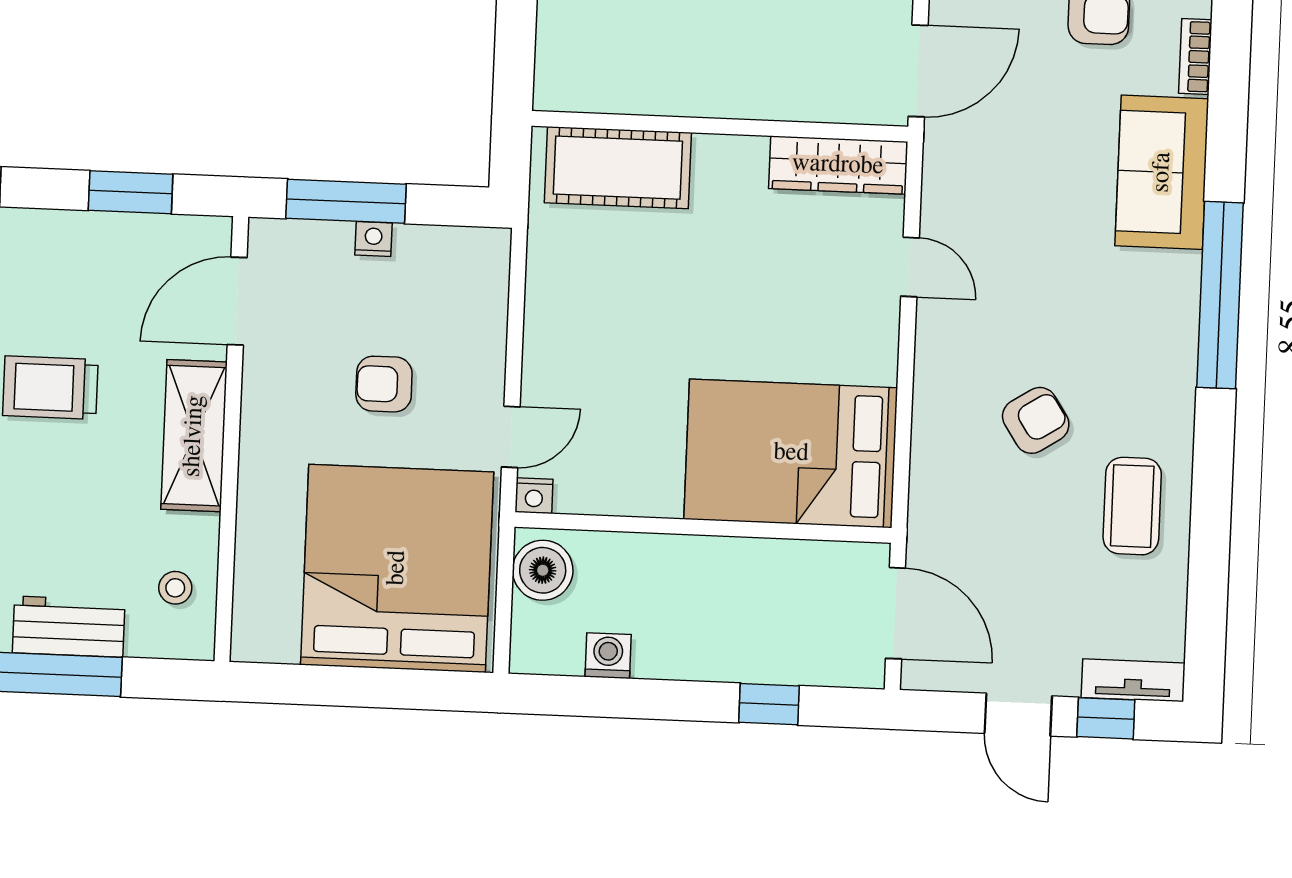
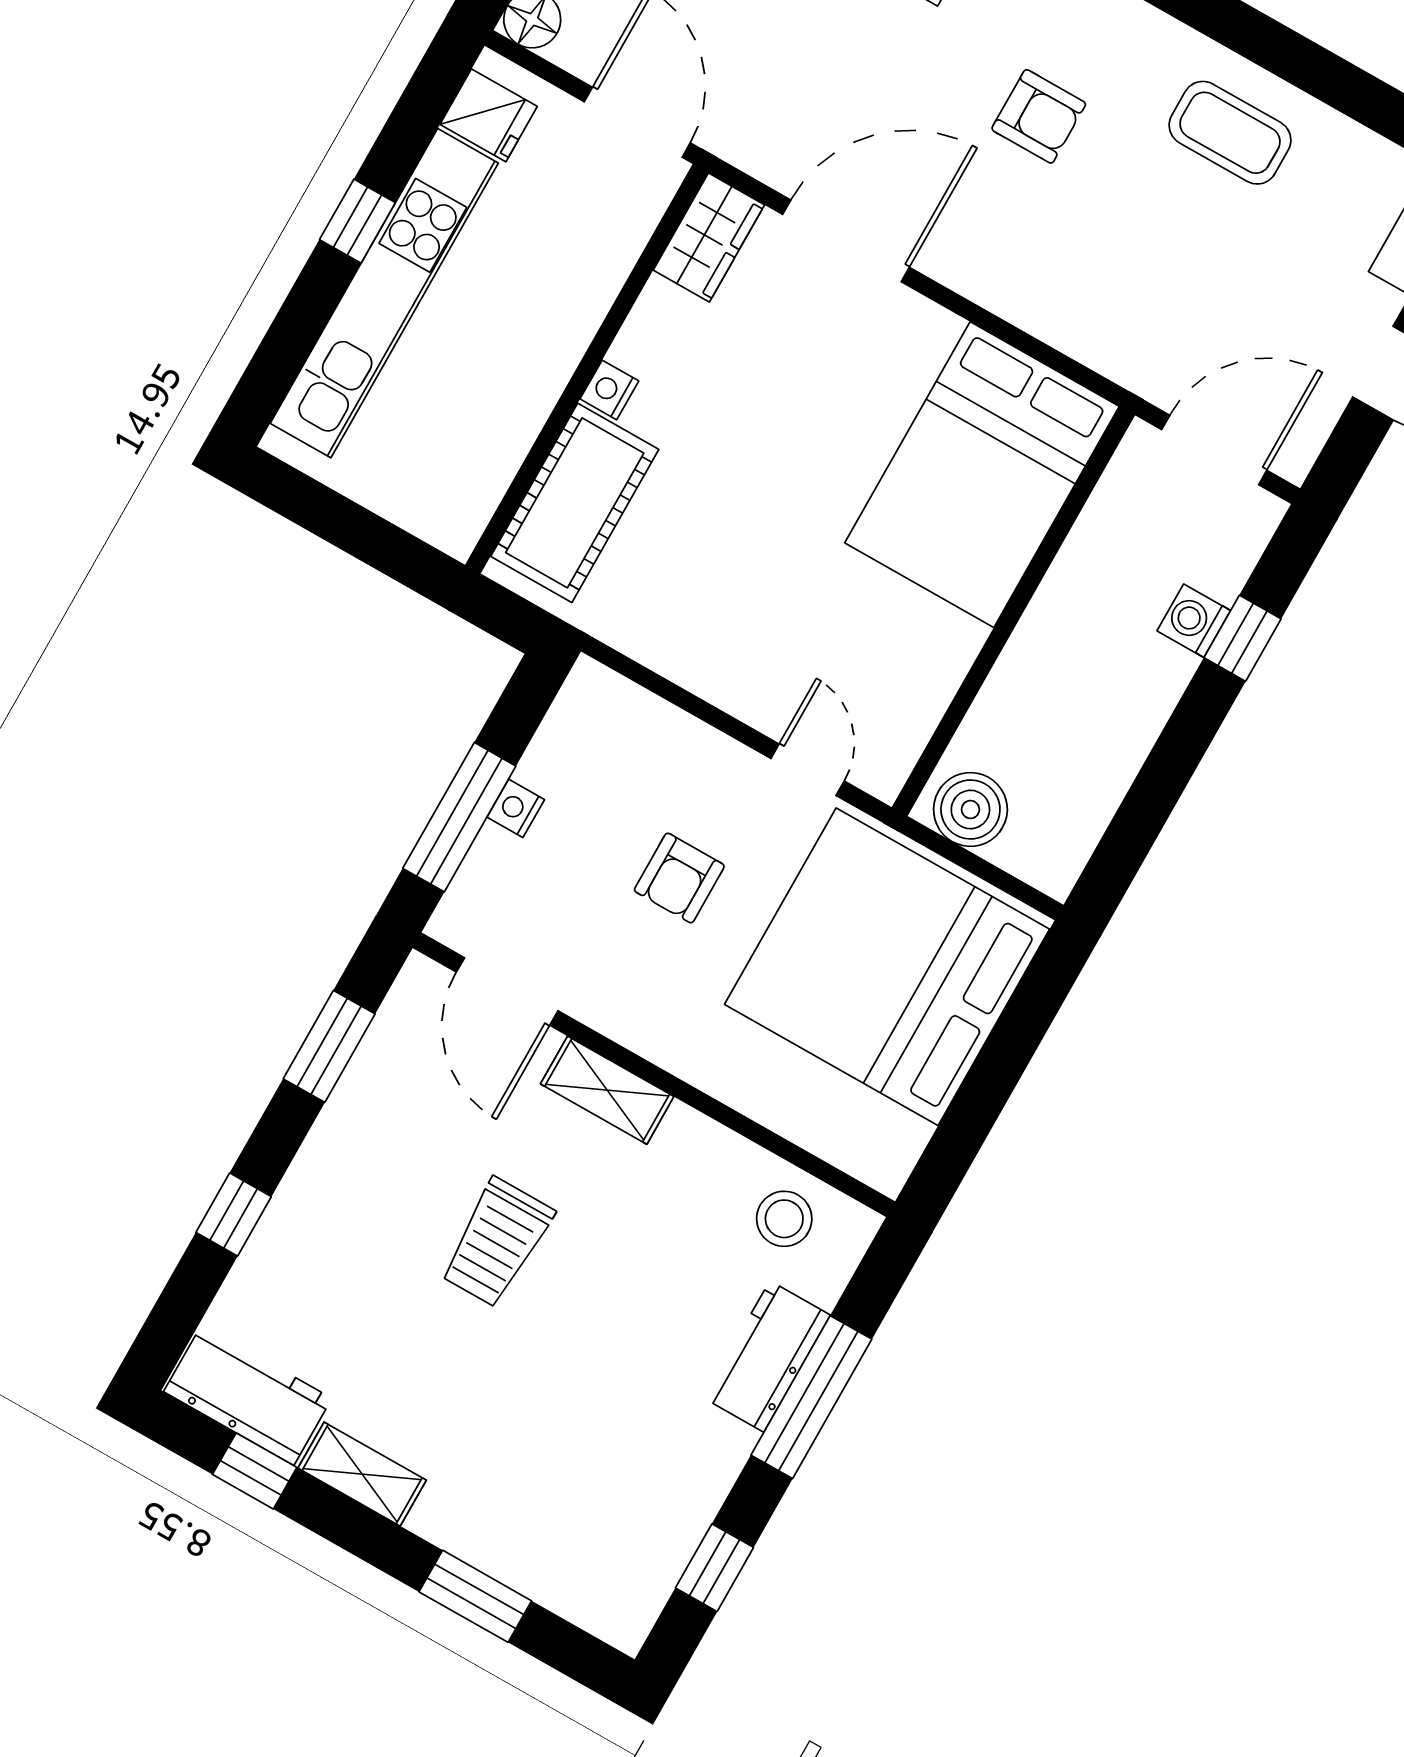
wardrobe: (838, 165) -> (709, 237), width x0.67
door: (910, 267) -> (846, 241), width x1.87
armchair: (1036, 420) -> (1039, 116), moved, turned 123
shelving: (194, 436) -> (607, 1090), width x0.67, depth x0.75
nightstand: (534, 496) -> (609, 390), moved, turned 180
stool: (175, 588) -> (784, 1219), width x1.37, depth x1.37
washing machine: (608, 656) -> (1194, 621), moved

